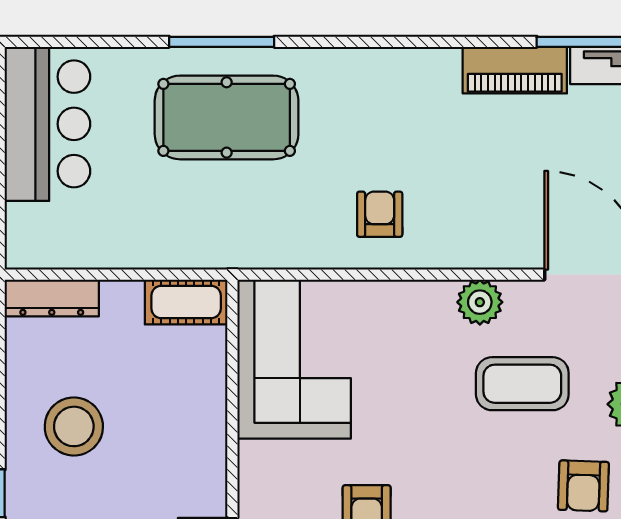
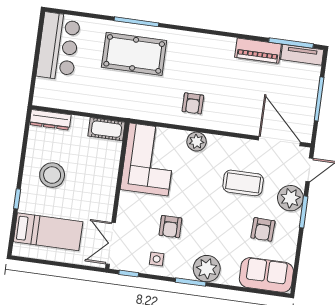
armchair: (380, 214) -> (193, 103), turned 180
plant: (480, 302) -> (197, 142), moved

